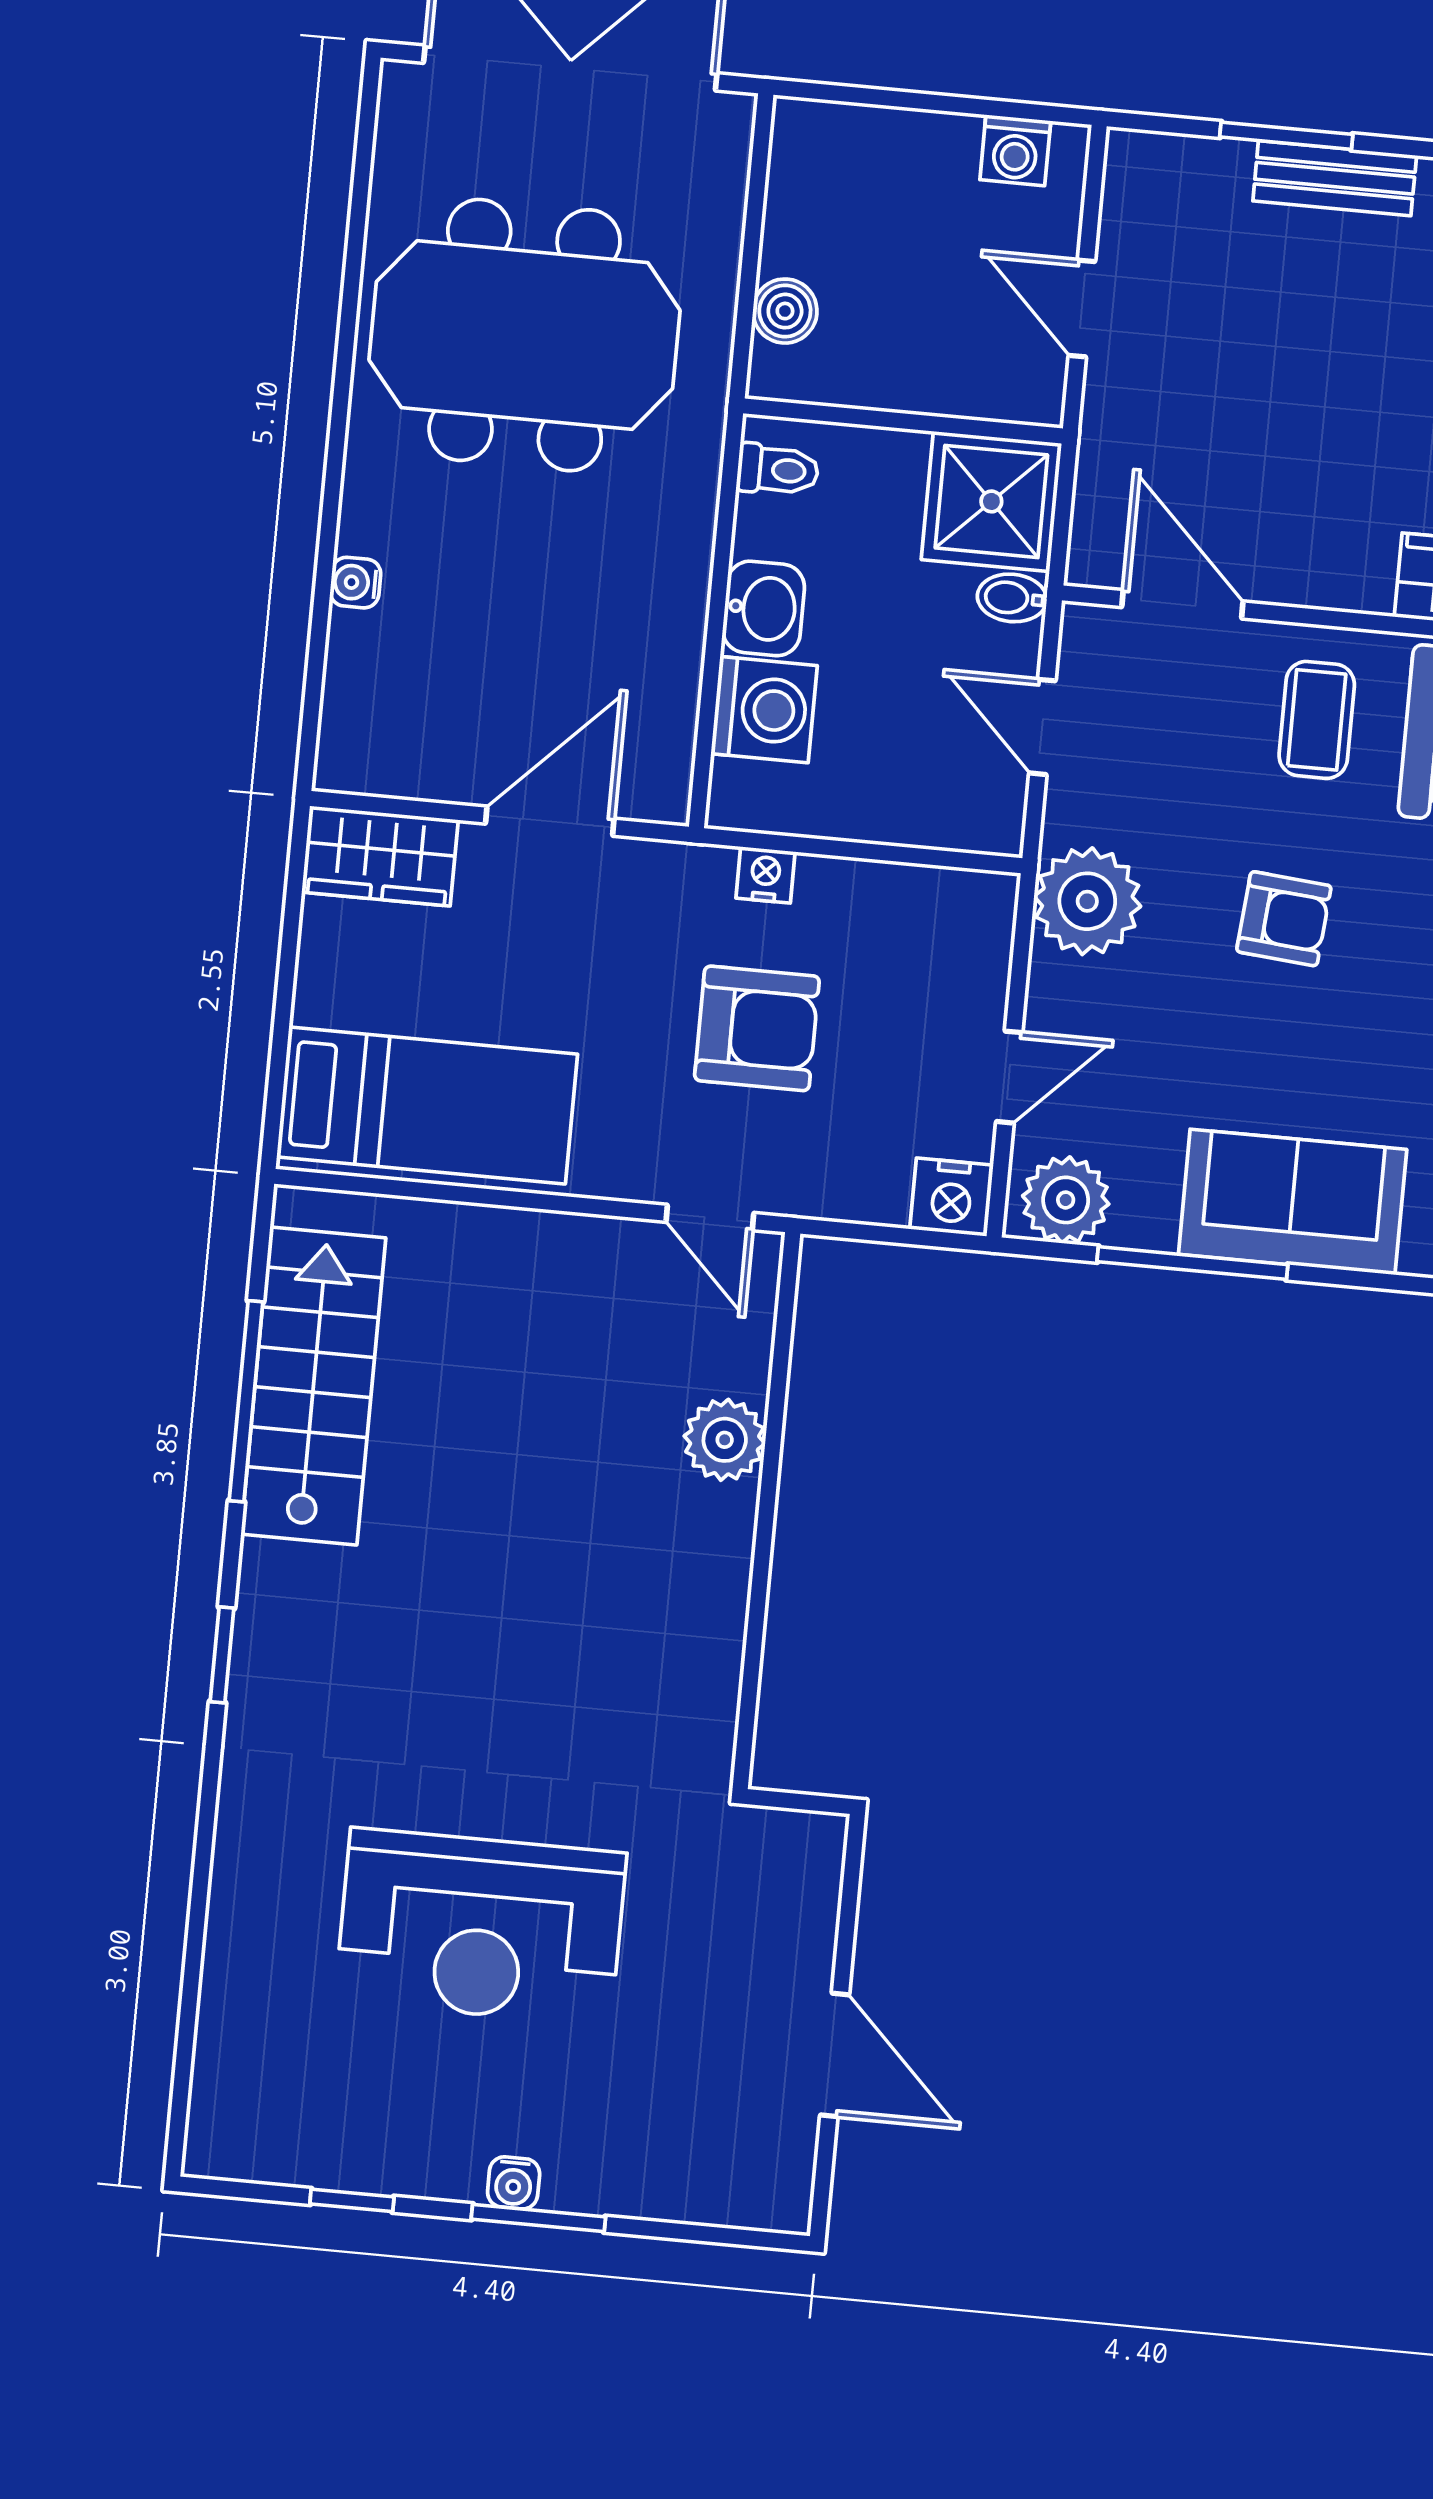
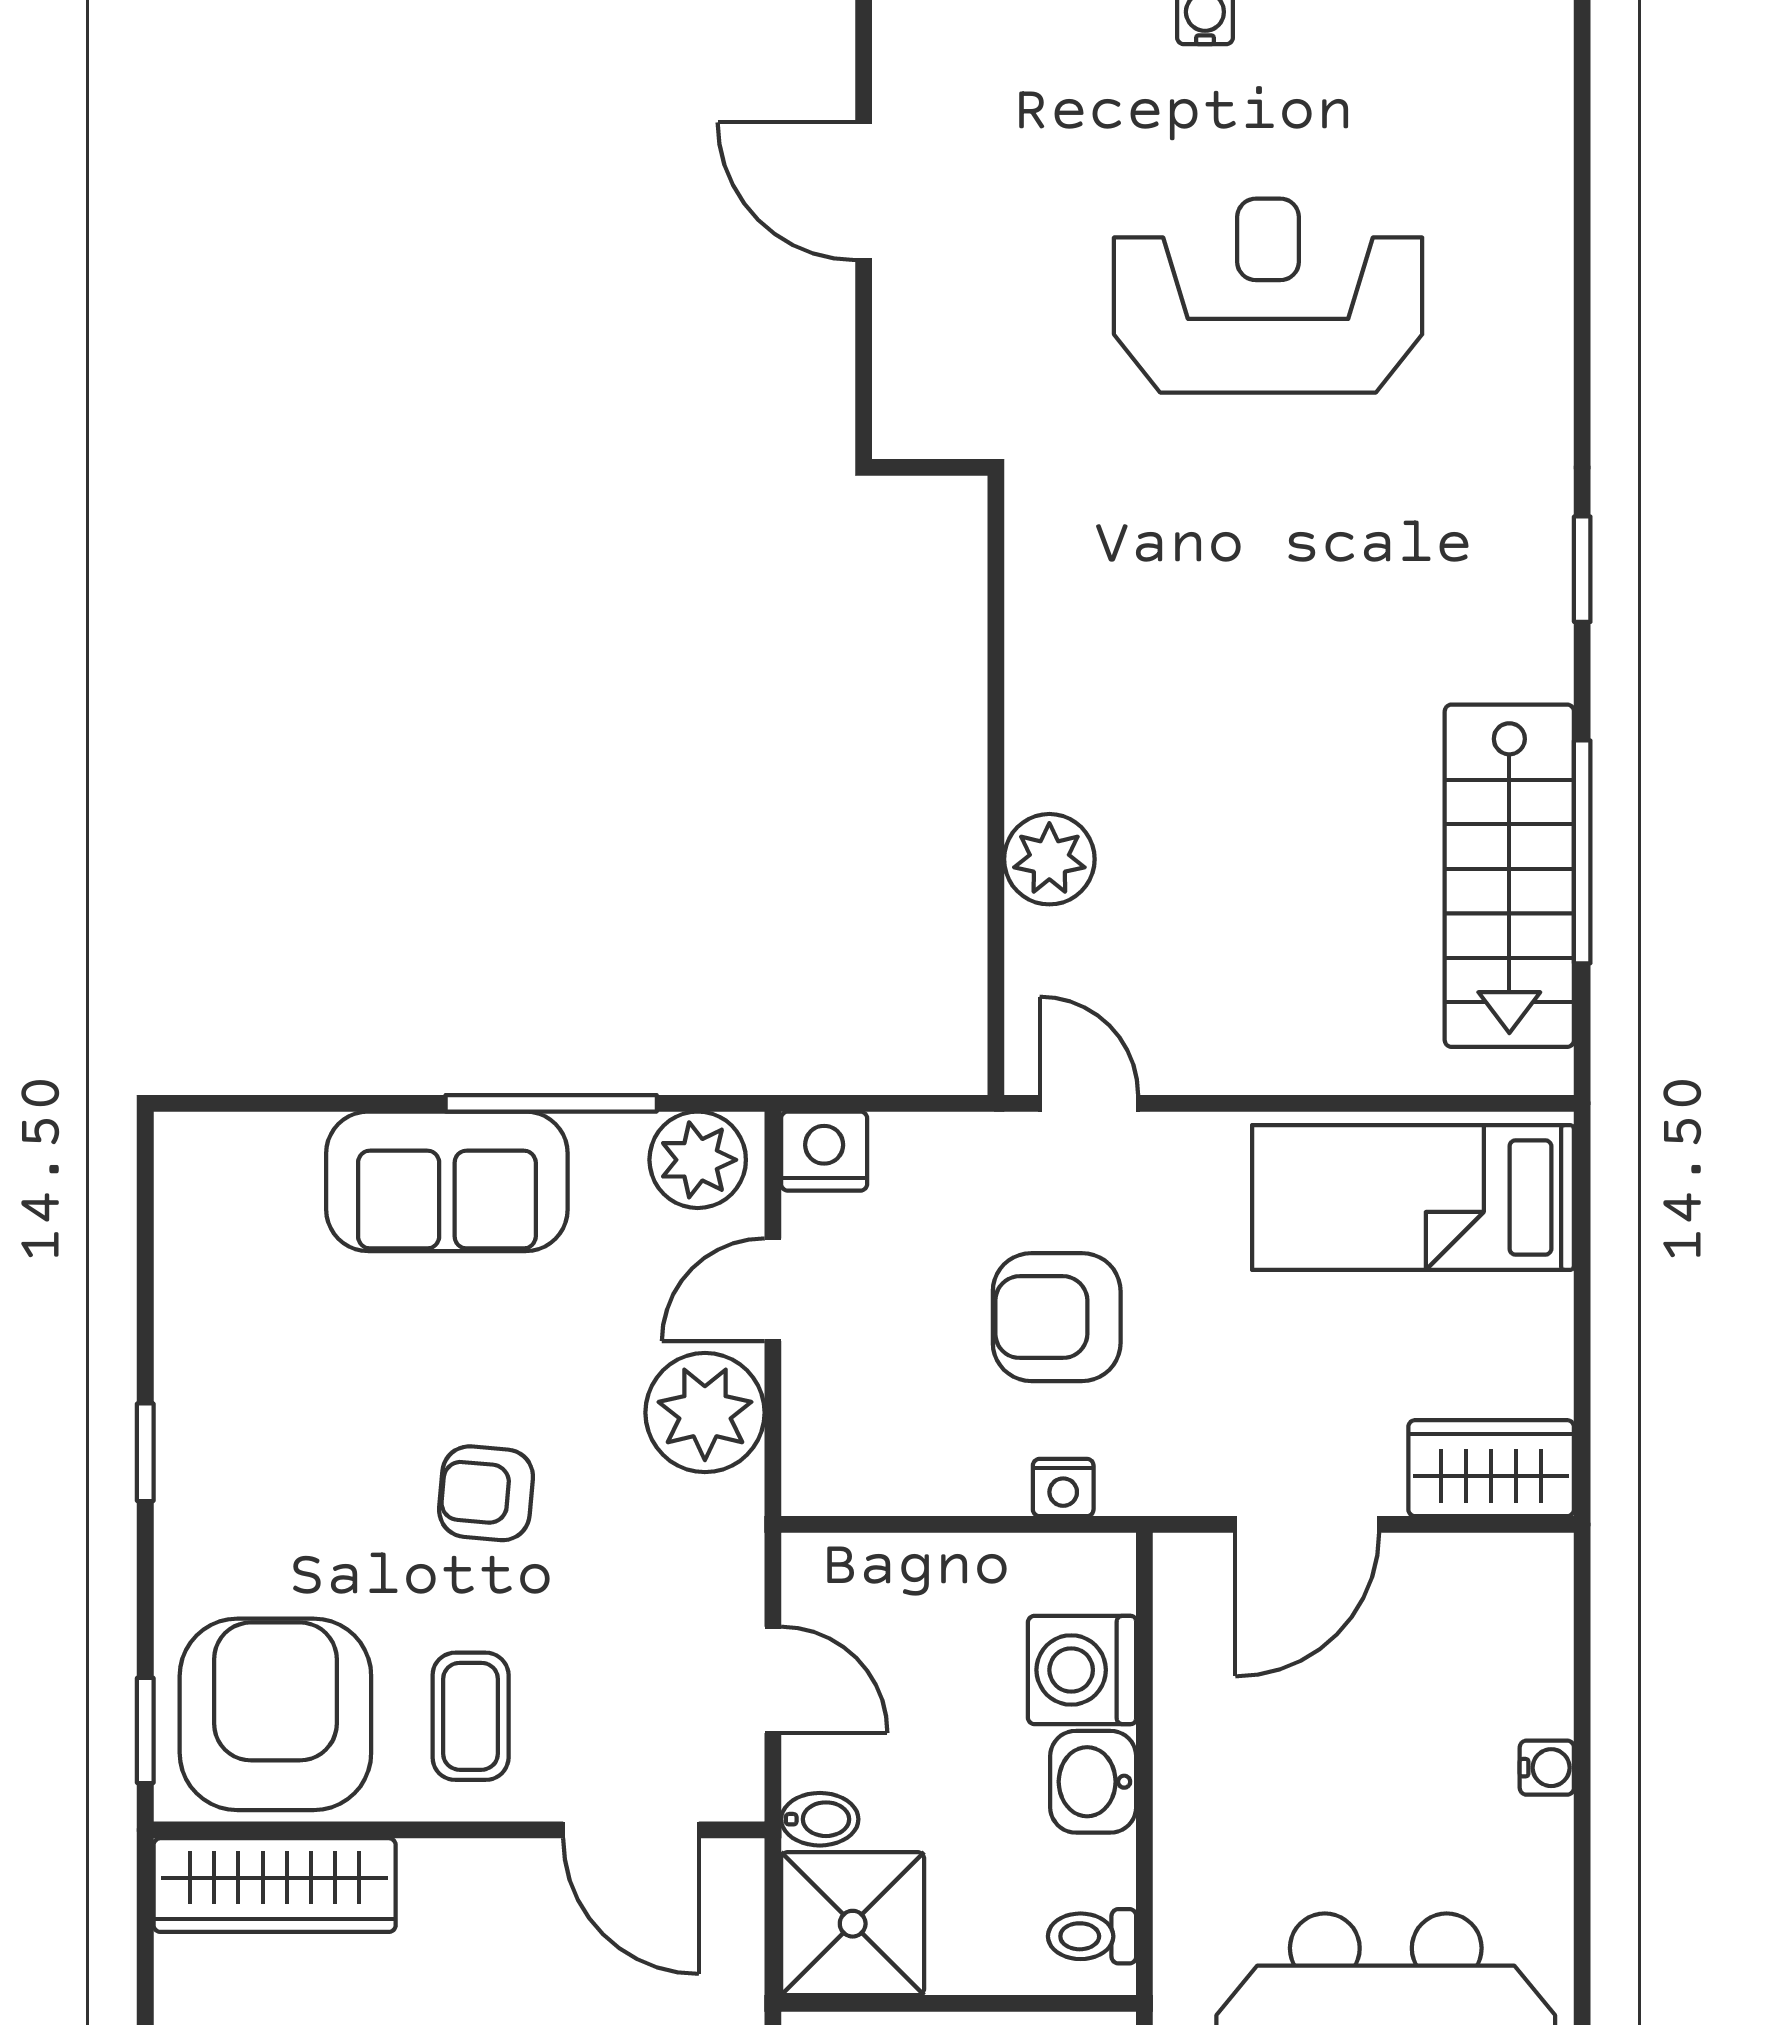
plant: (1087, 901) -> (705, 1413), moved

